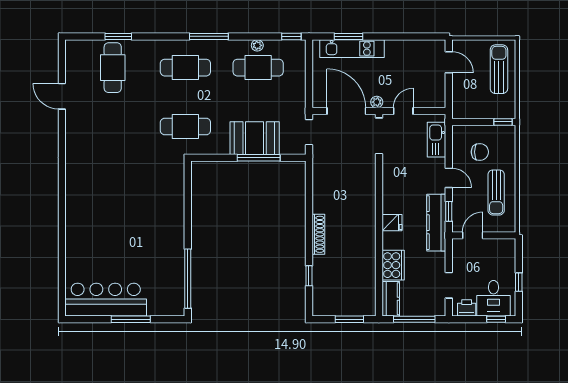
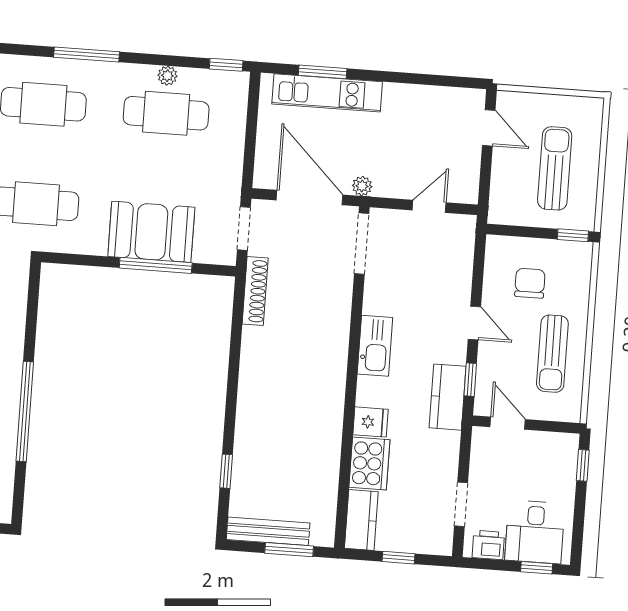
sun lounger: (499, 69) -> (555, 168), moved
door: (403, 111) -> (429, 206), moved
kitchen sink: (436, 140) -> (375, 346), moved, turned 180
chair: (480, 152) -> (530, 283), turned -90
fridge: (392, 223) -> (371, 422), moved
kitchen counter: (436, 223) -> (448, 397), width x0.67
shoe rack: (318, 234) -> (255, 291), moved
door: (473, 235) -> (508, 423), hinge flipped
window: (188, 279) -> (25, 411), moved
window: (519, 282) -> (583, 465), moved
bench: (336, 309) -> (268, 531), added
window: (414, 319) -> (399, 558), width x0.46

